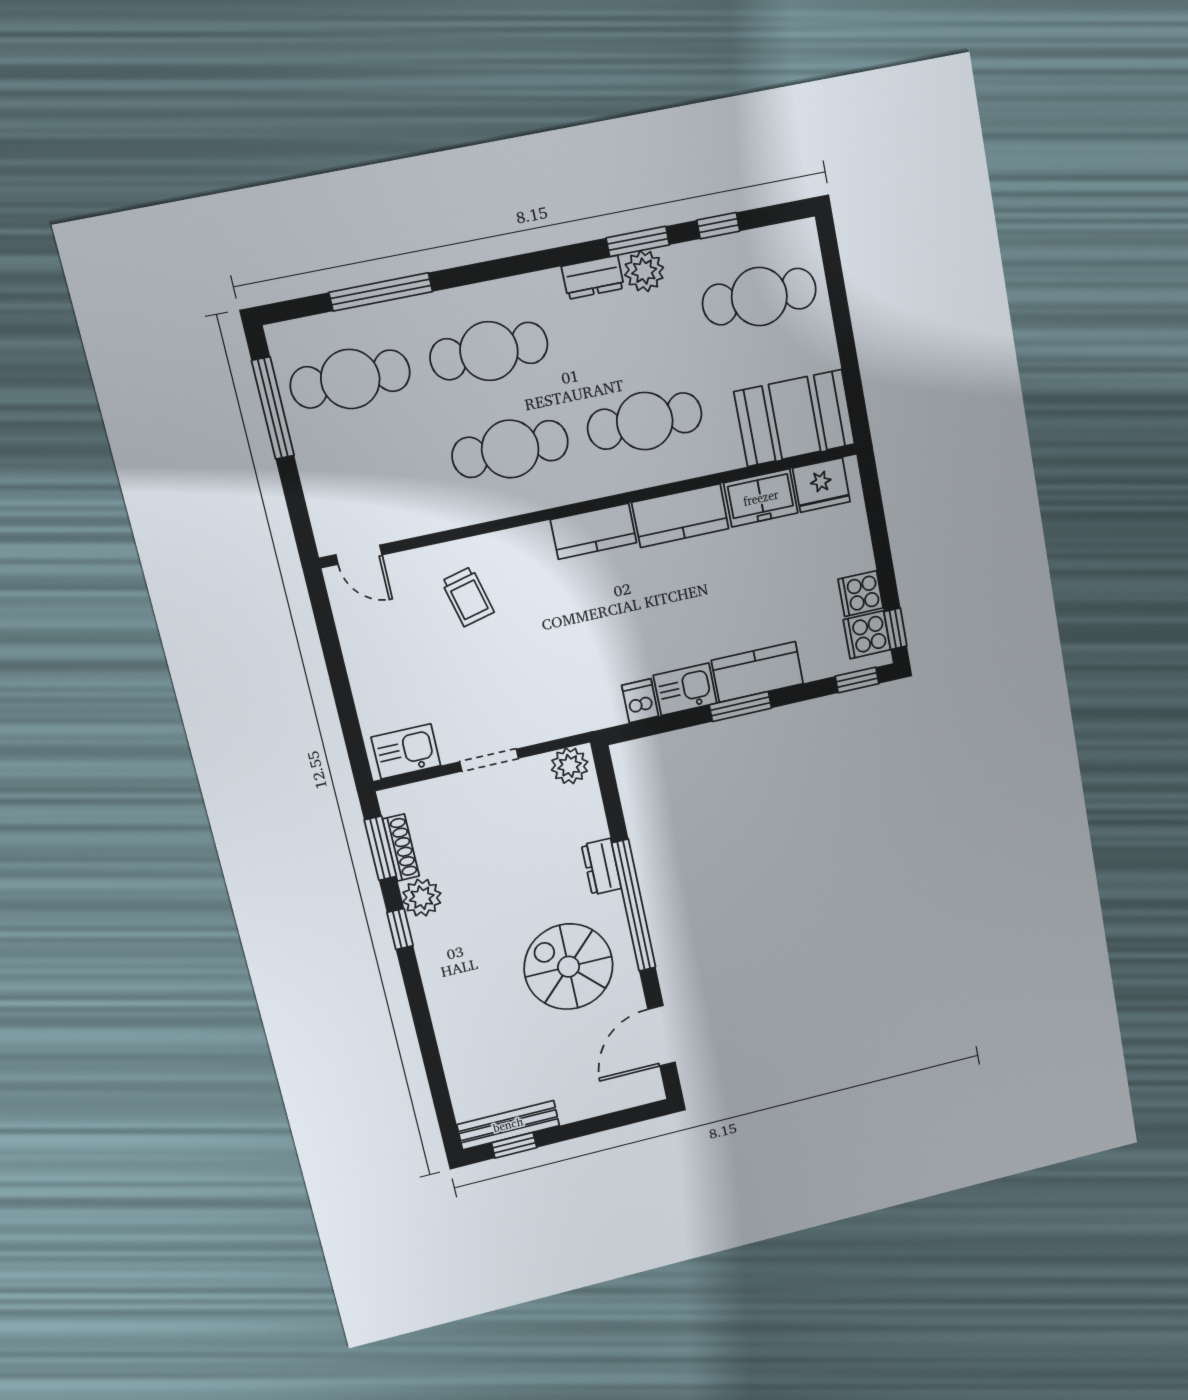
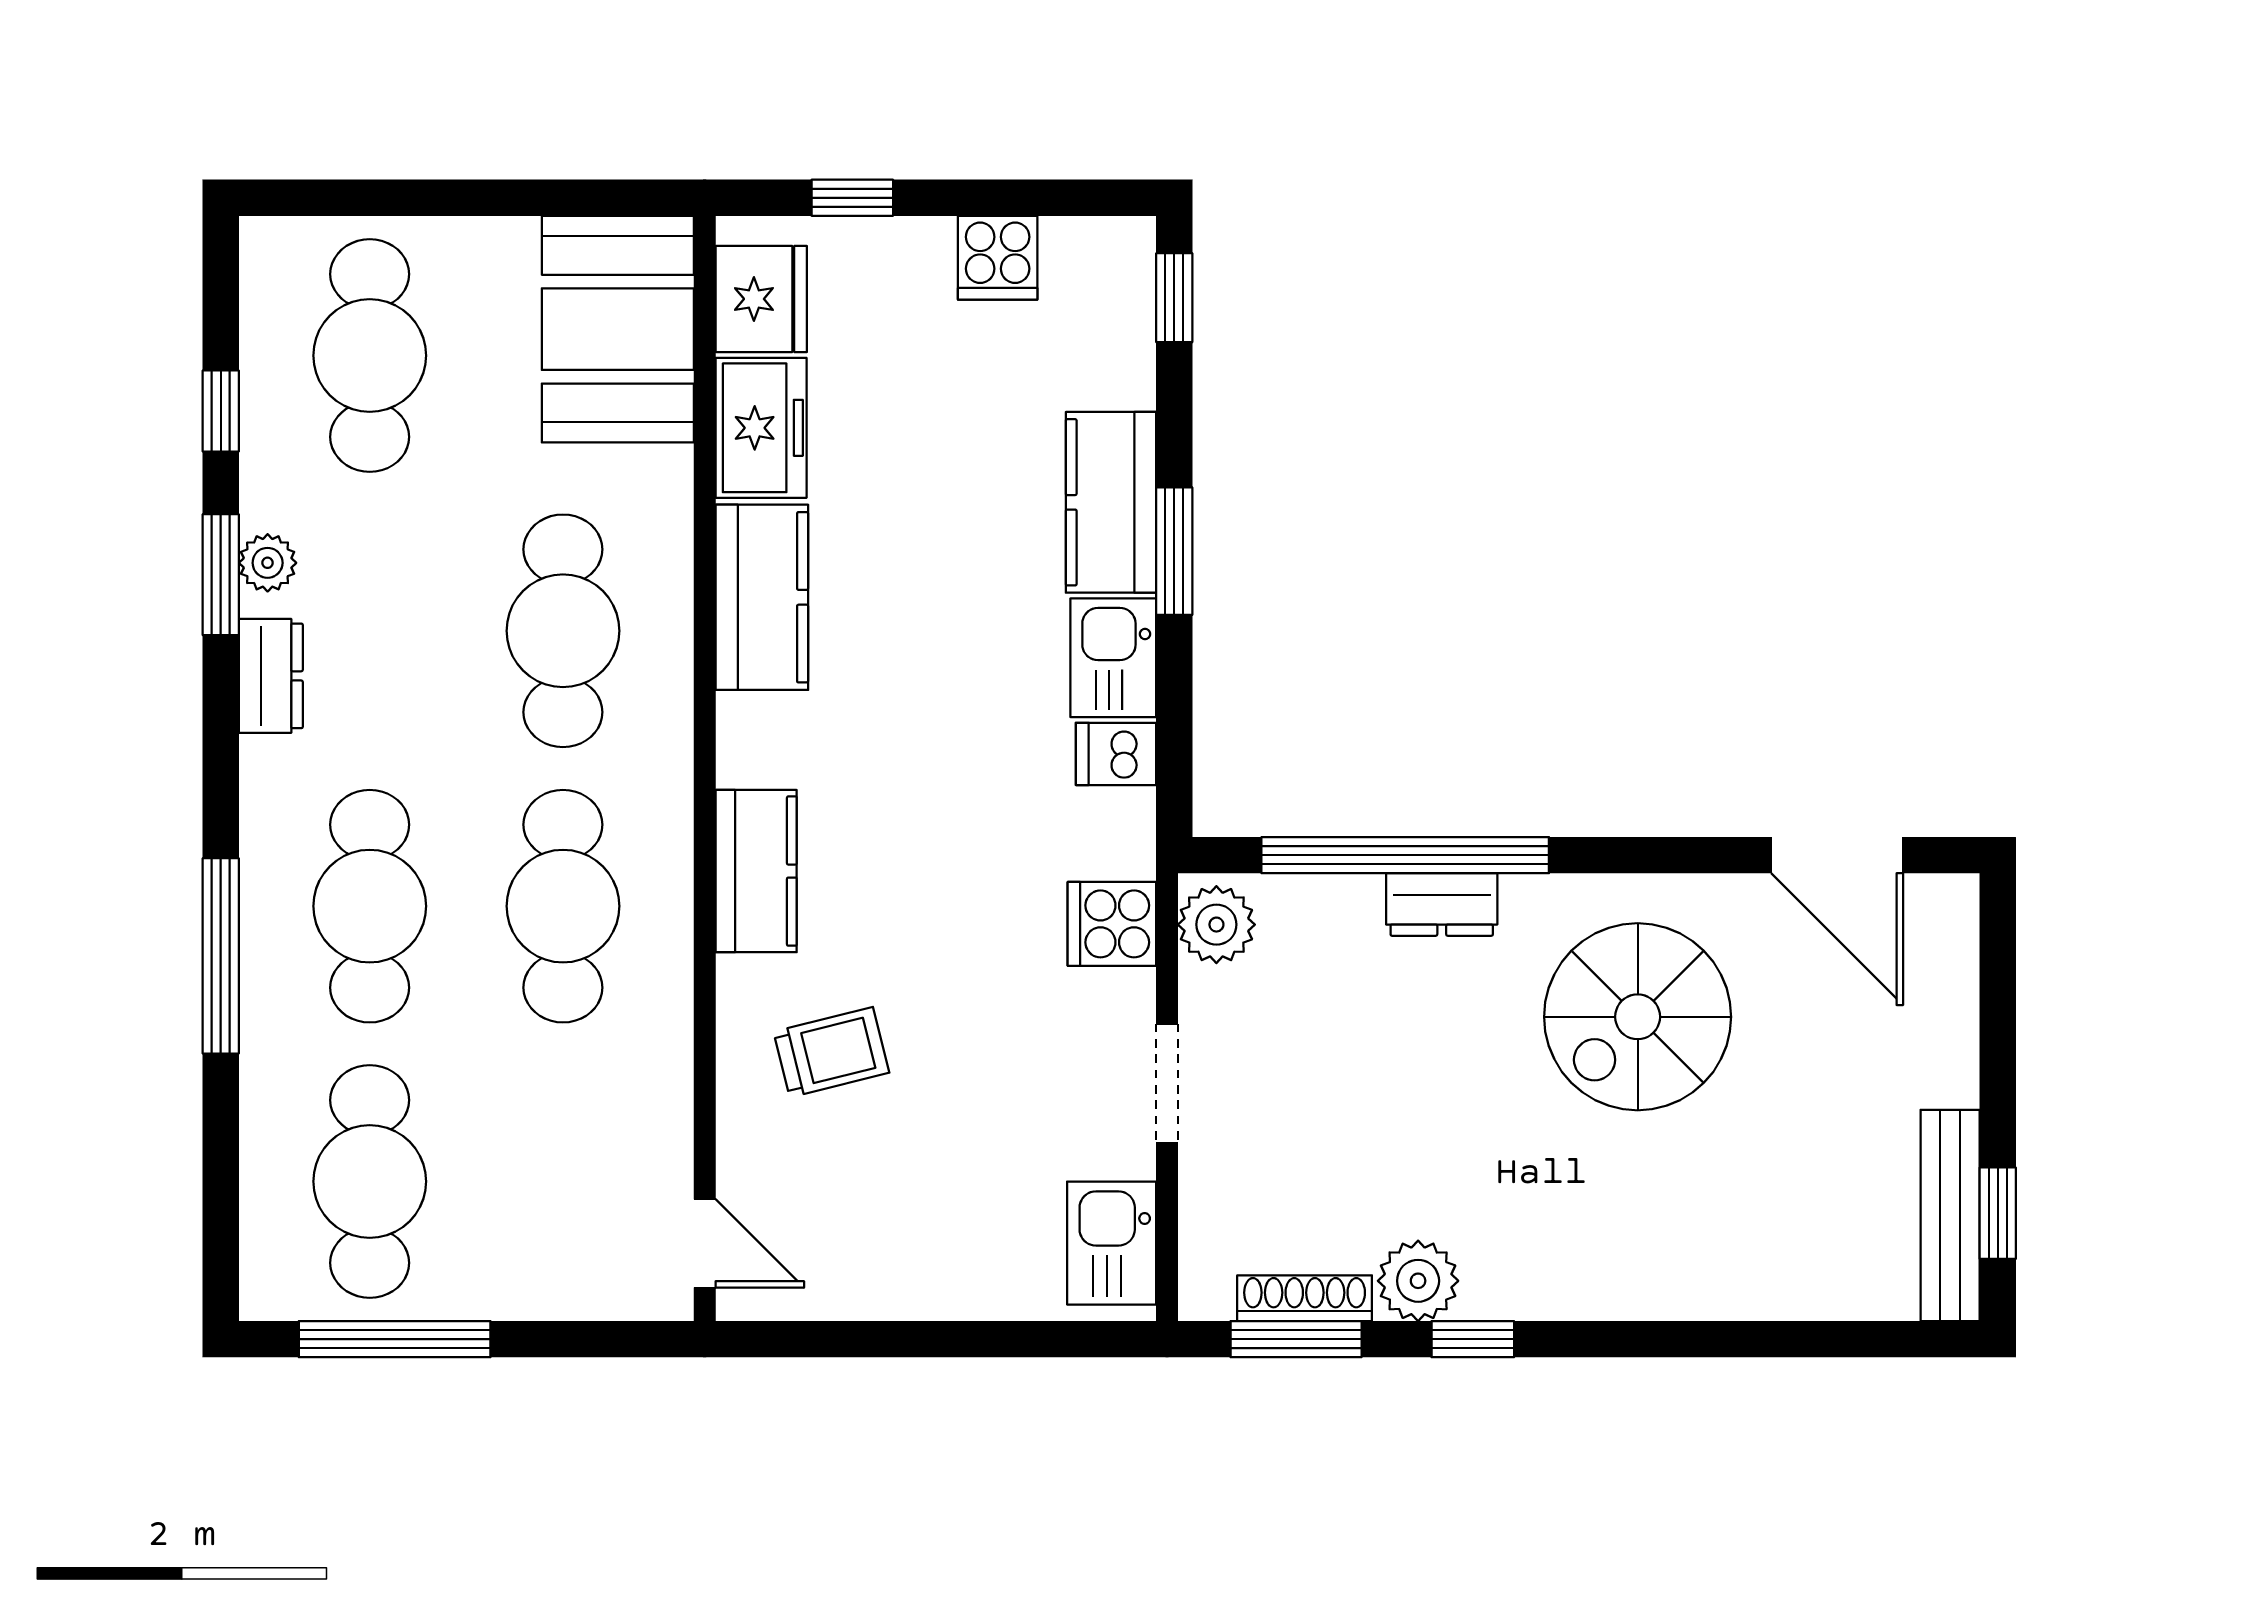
plant: (644, 271) -> (268, 563), width x0.73, depth x0.73
window: (381, 292) -> (221, 956), moved
kitchen counter: (594, 531) -> (756, 871), moved
door: (359, 555) -> (705, 1243), hinge flipped
window: (895, 629) -> (852, 198), moved
cooker: (867, 635) -> (1112, 924), moved, turned 90
window: (634, 905) -> (1405, 855), moved

